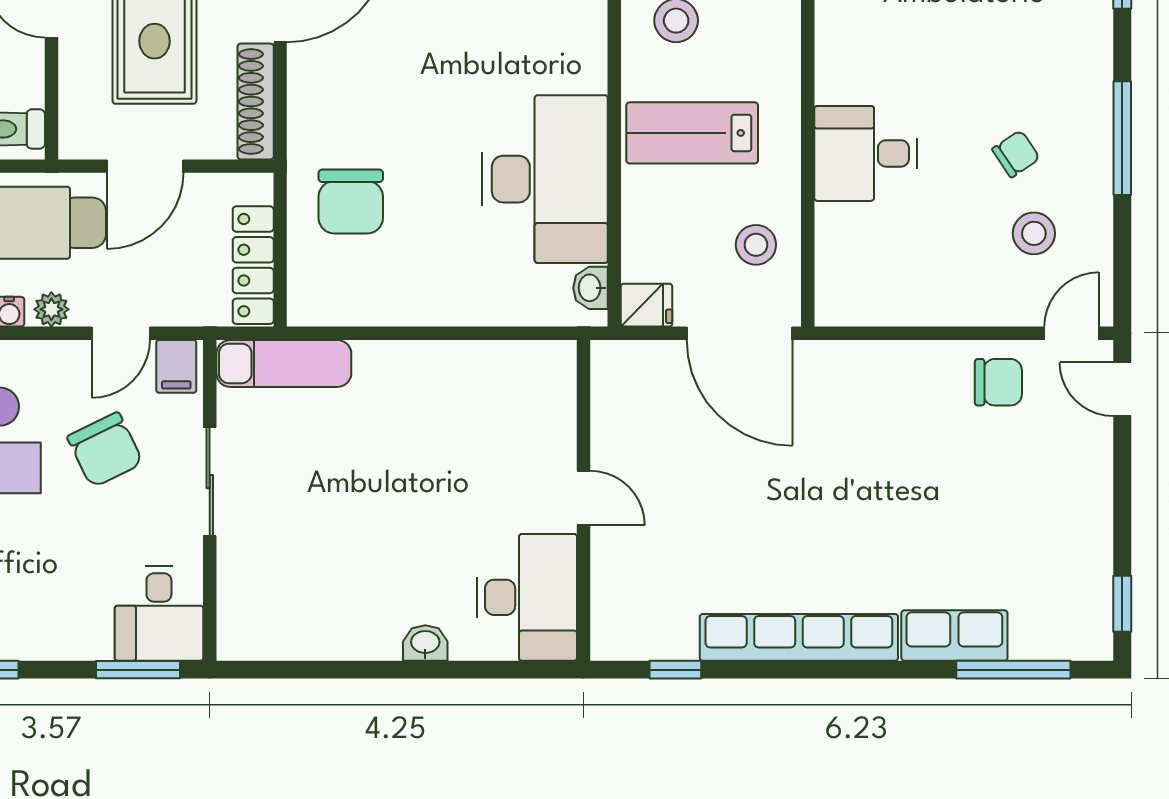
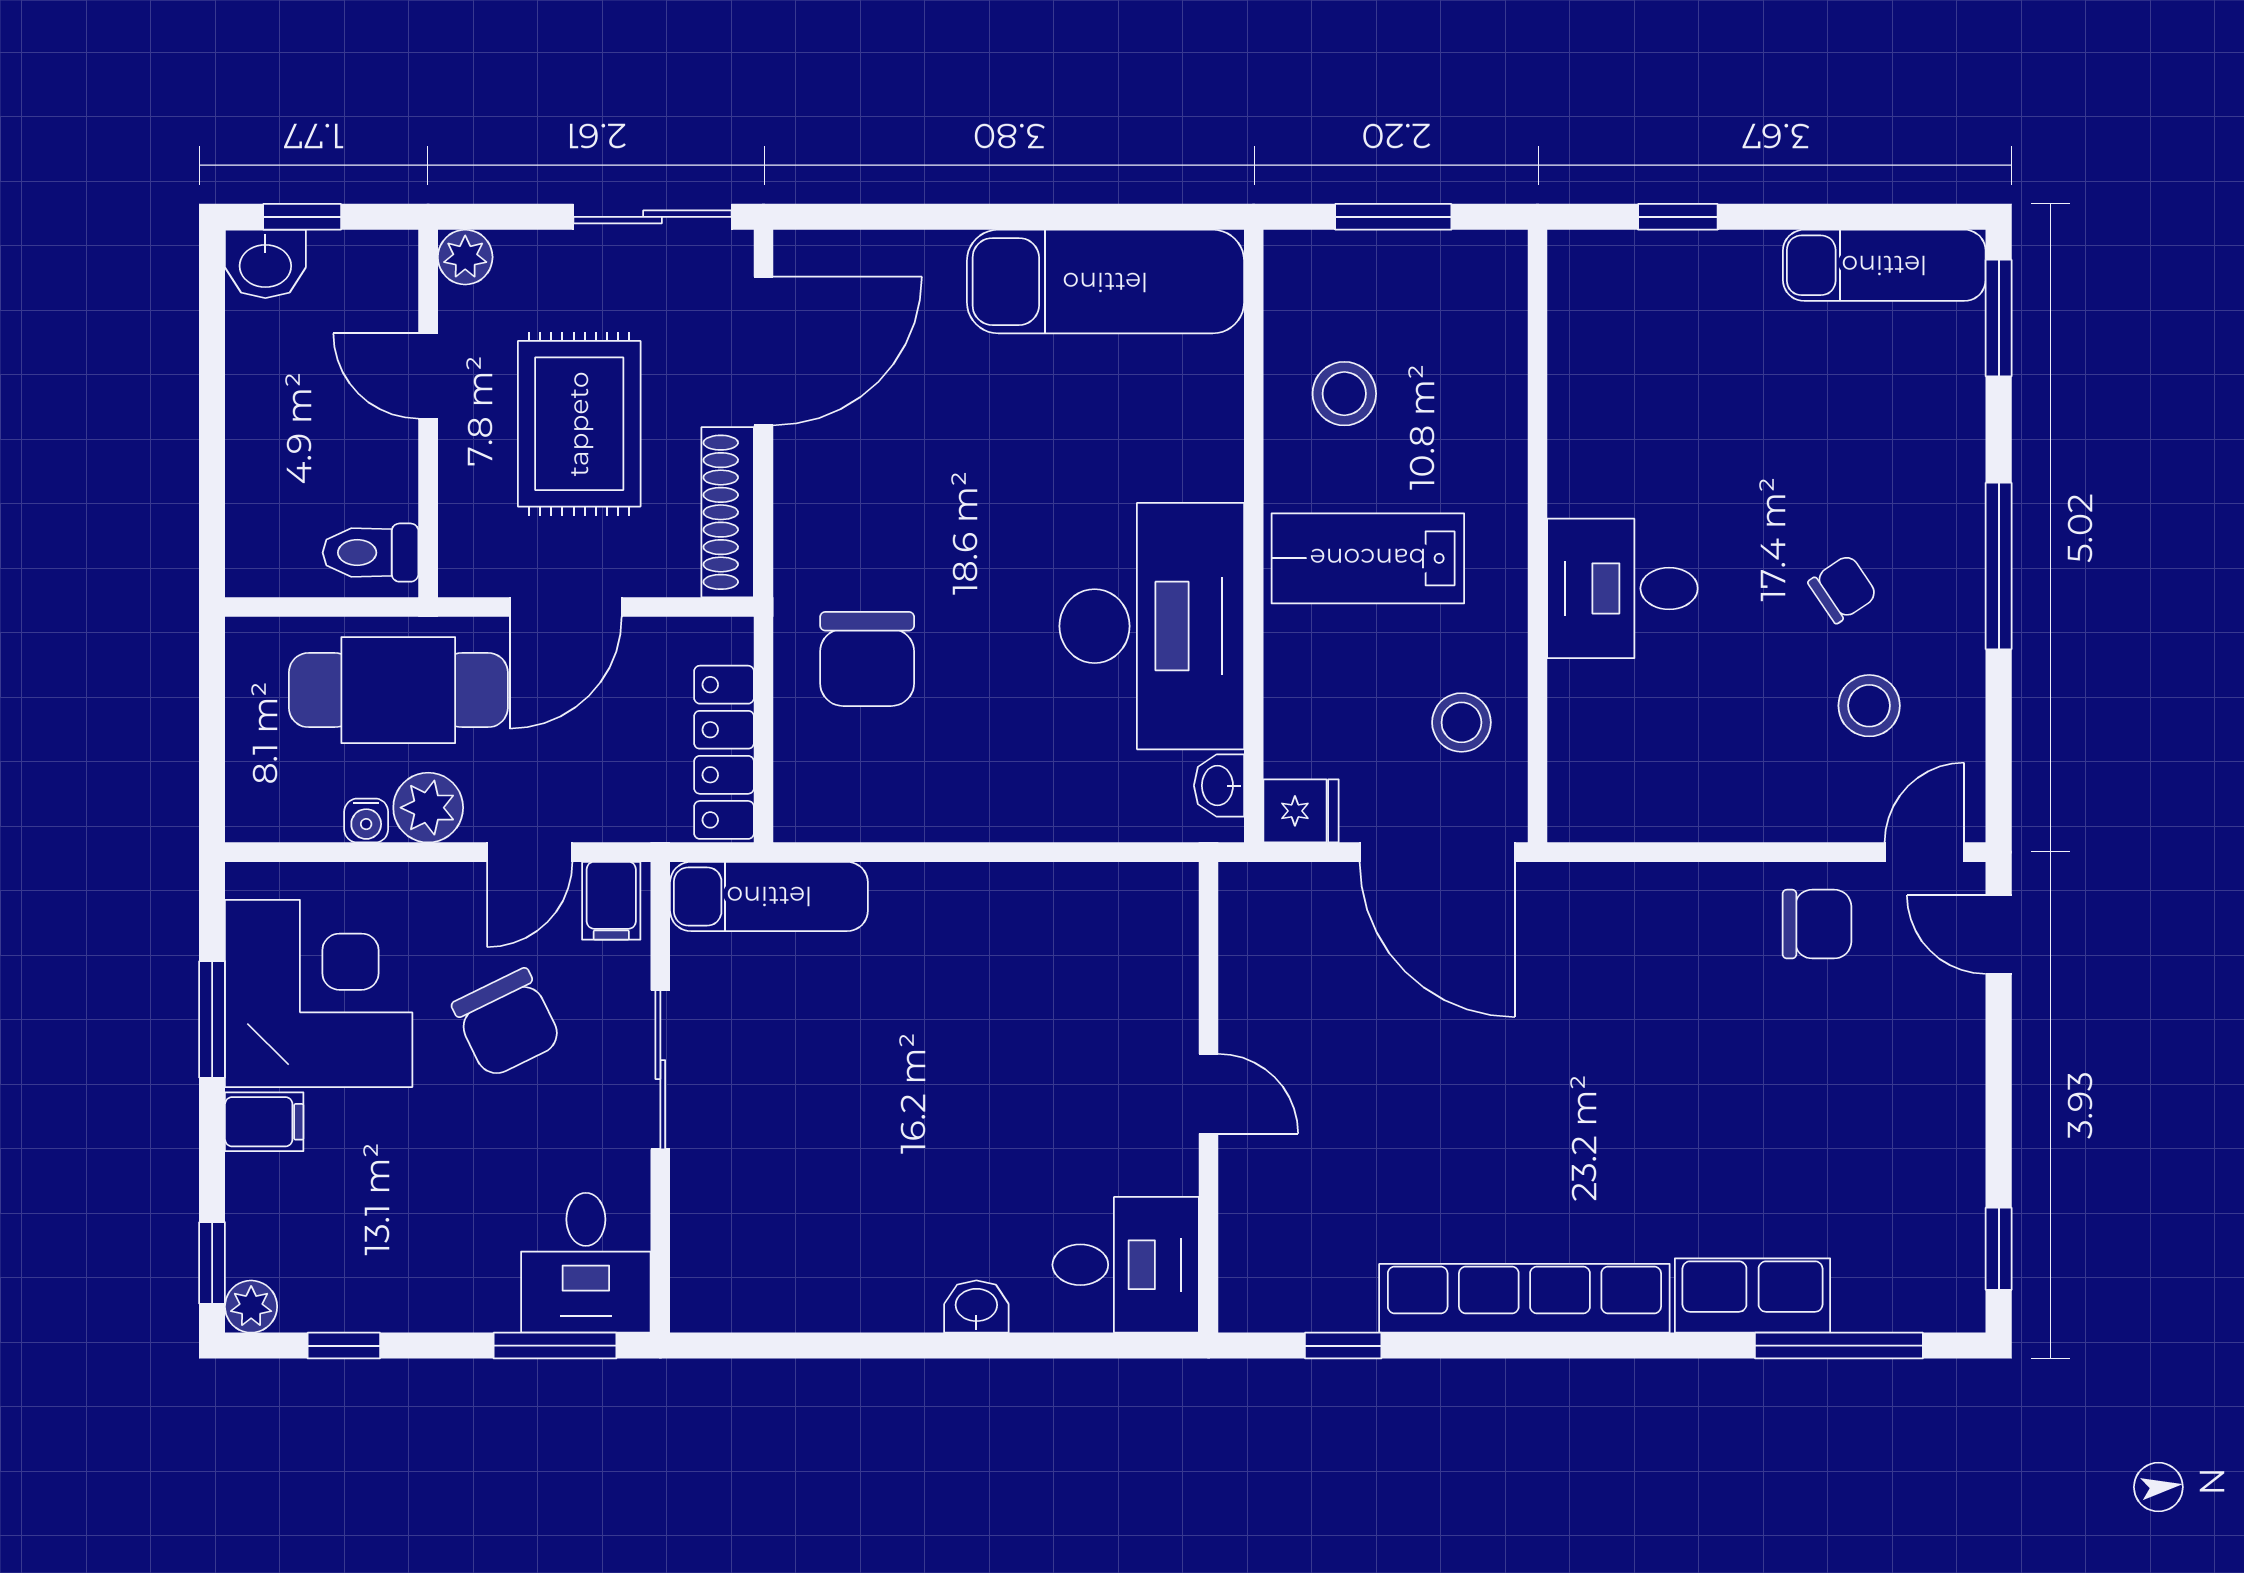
plant: (51, 309) -> (428, 808), width x1.38, depth x1.38
desk: (527, 597) -> (1126, 1265), width x0.73

